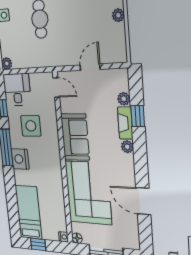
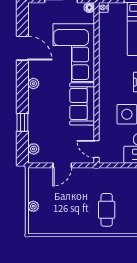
plant: (124, 99) -> (34, 149), moved
fireplace: (125, 123) -> (34, 117), removed
plant: (127, 147) -> (33, 84), moved

